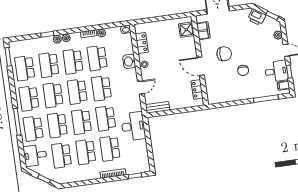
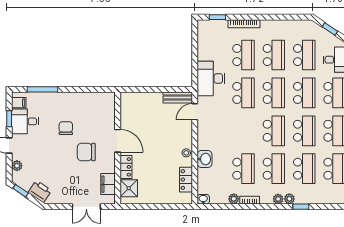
school desk: (101, 88) -> (243, 131), removed
door: (141, 88) -> (195, 112), moved
locker: (197, 89) -> (126, 167), moved

